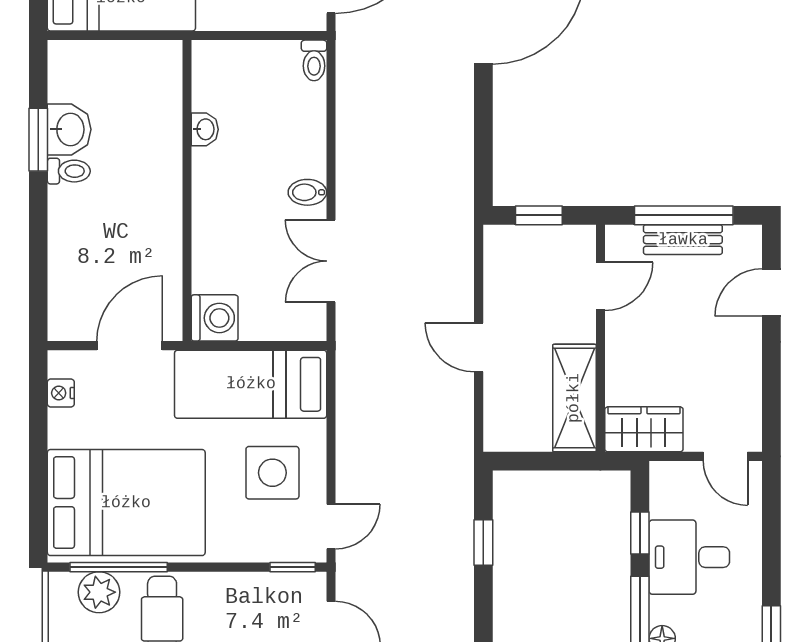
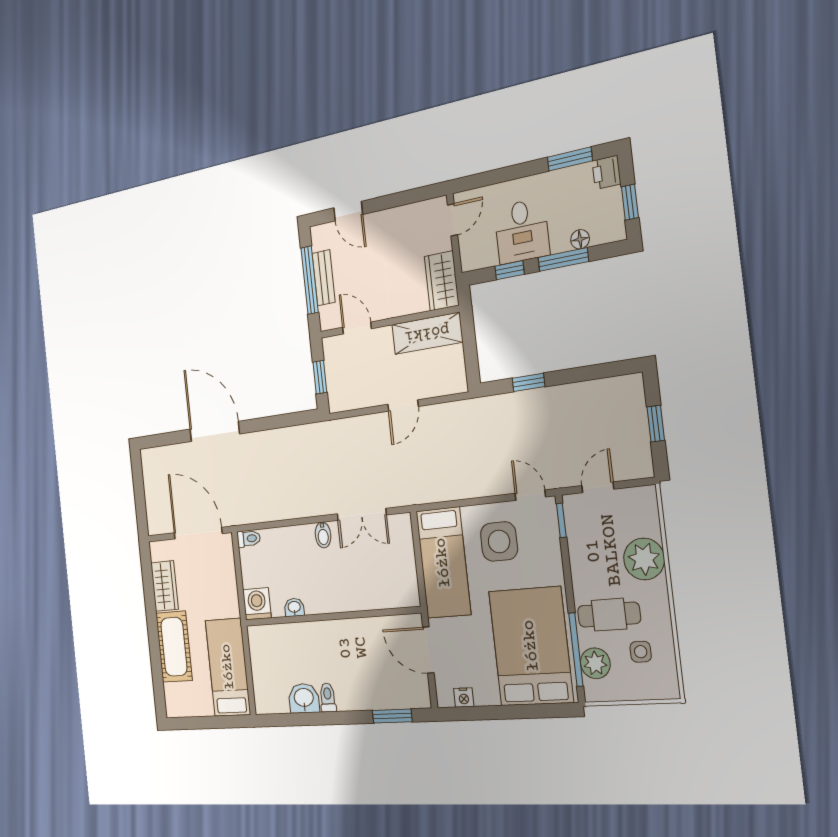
window: (38, 140) -> (392, 716), moved
washing machine: (215, 318) -> (257, 604), moved

